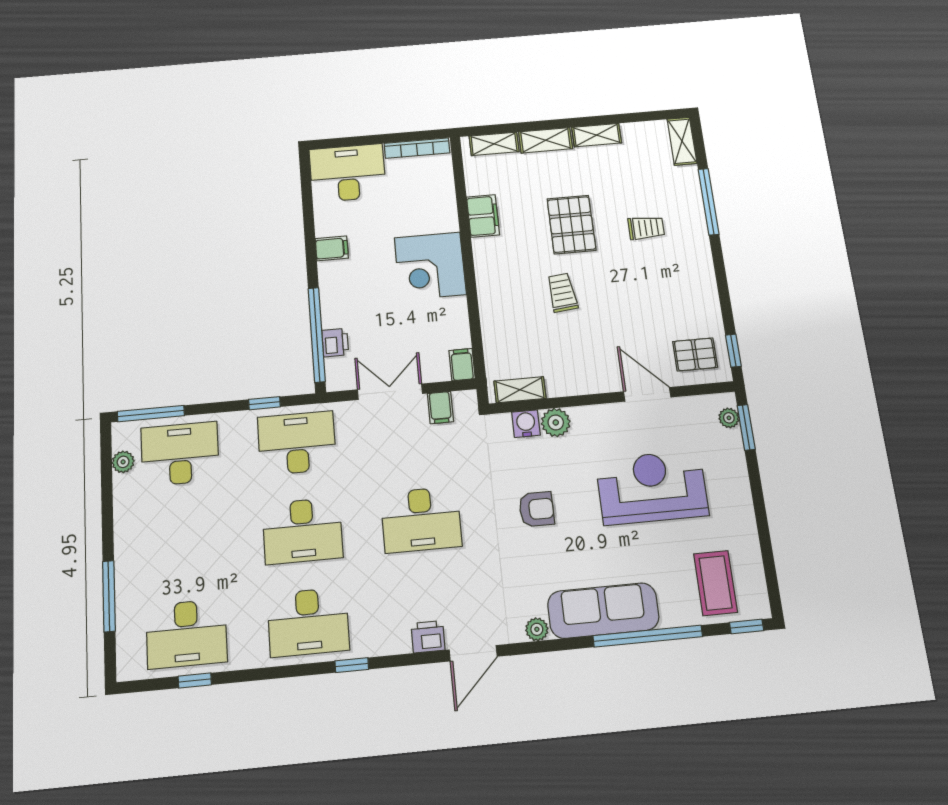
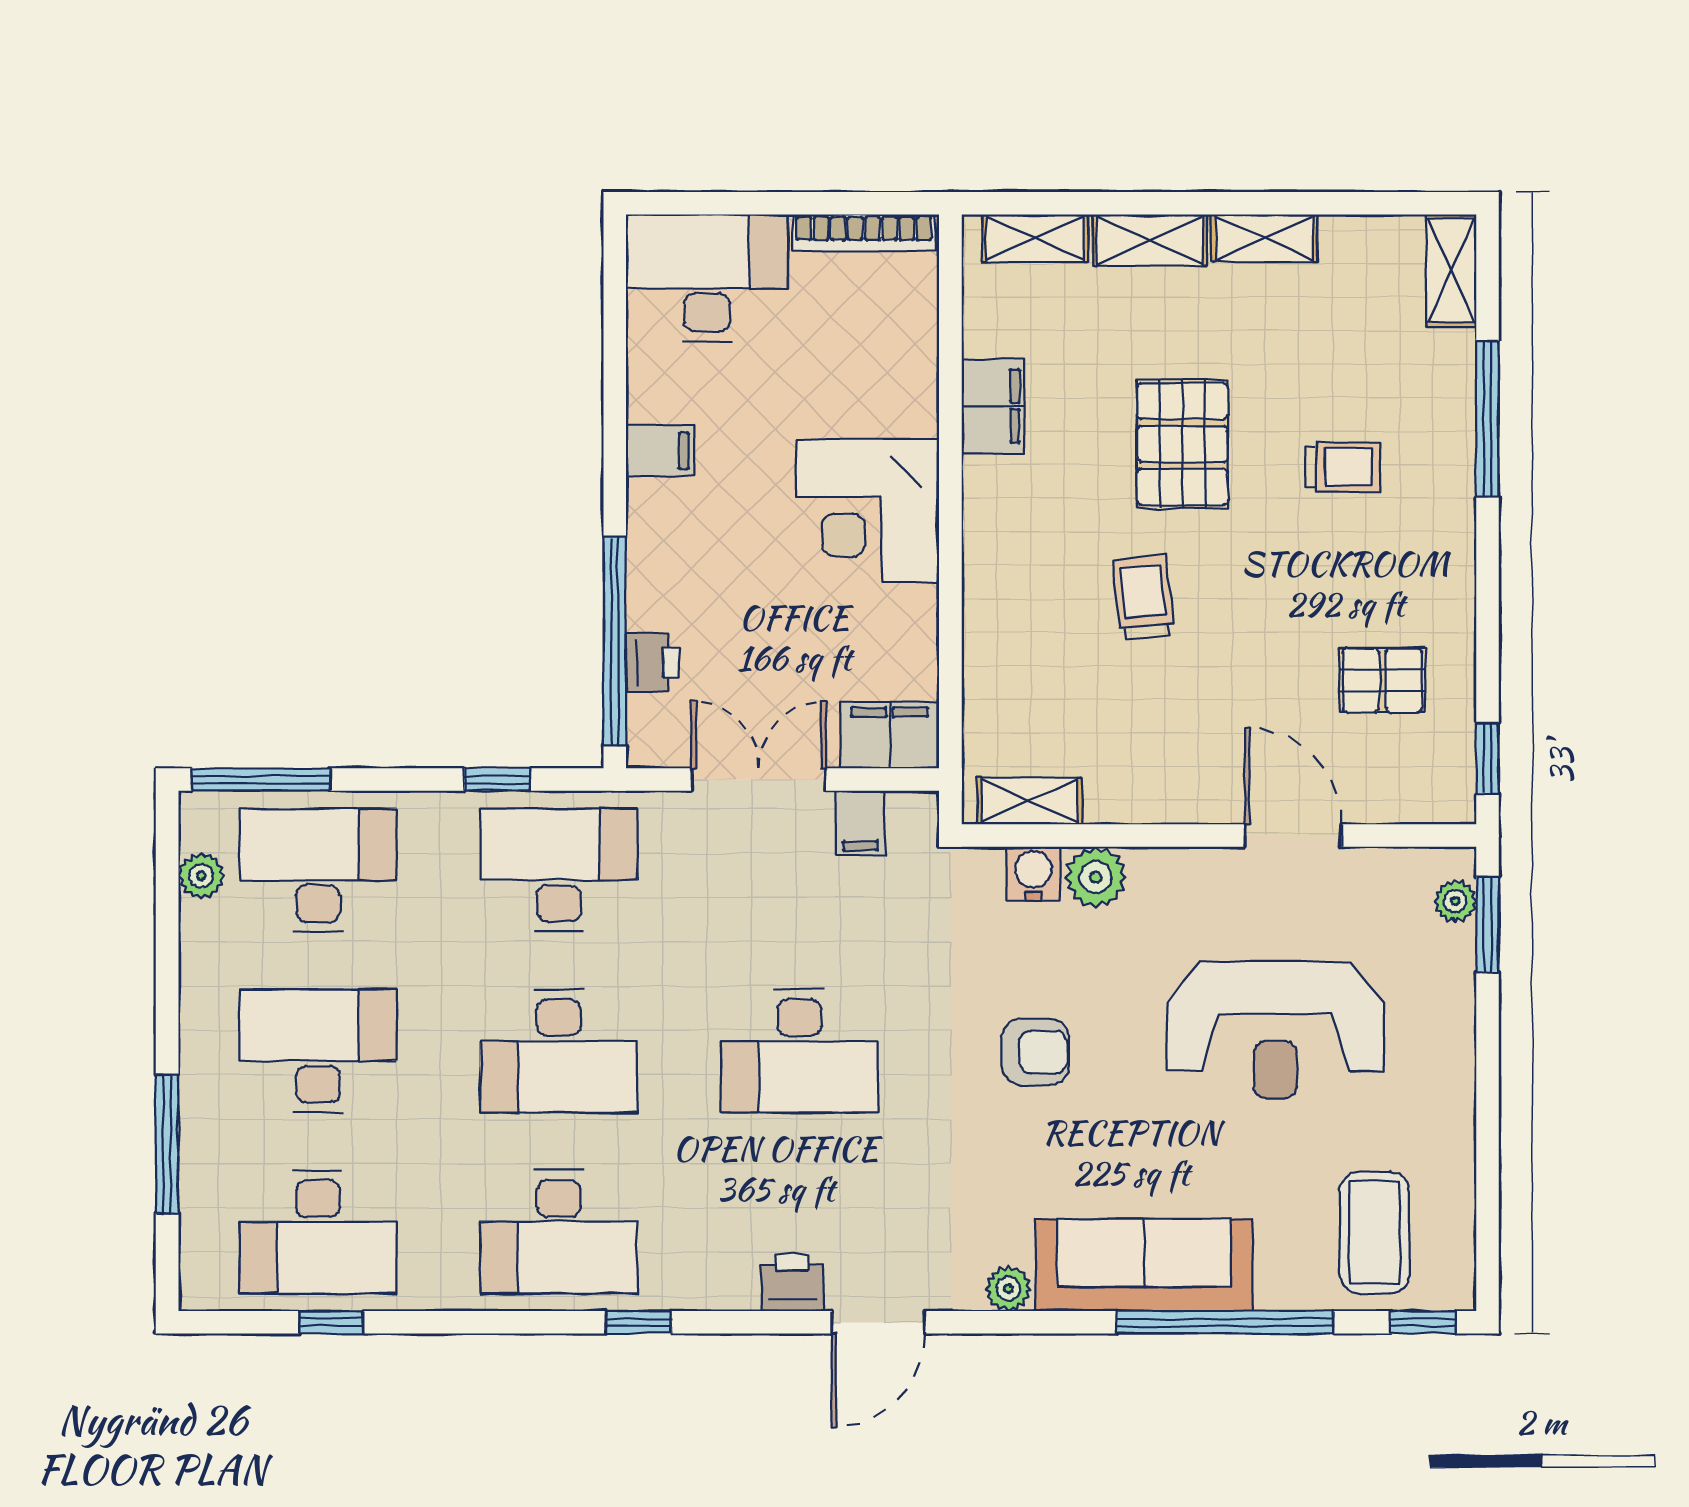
pallet: (695, 354) -> (1382, 680), moved
filing cabinet: (462, 365) -> (890, 735), width x2.00
reception desk: (652, 487) -> (1275, 1030), turned 180
desk: (183, 542) -> (318, 1051), added

